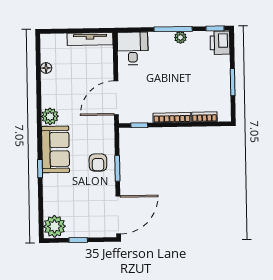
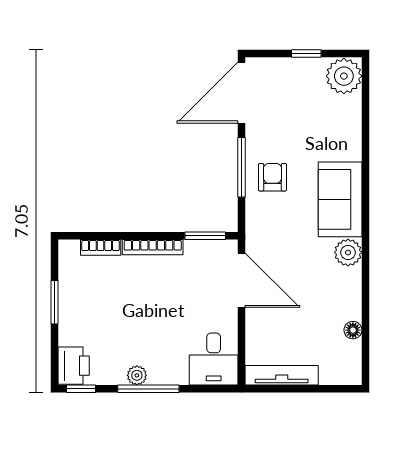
door: (116, 98) -> (241, 280), hinge flipped
window: (139, 125) -> (205, 236), width x1.50
window: (117, 168) -> (241, 167), width x1.44
window: (40, 169) -> (365, 169), removed

